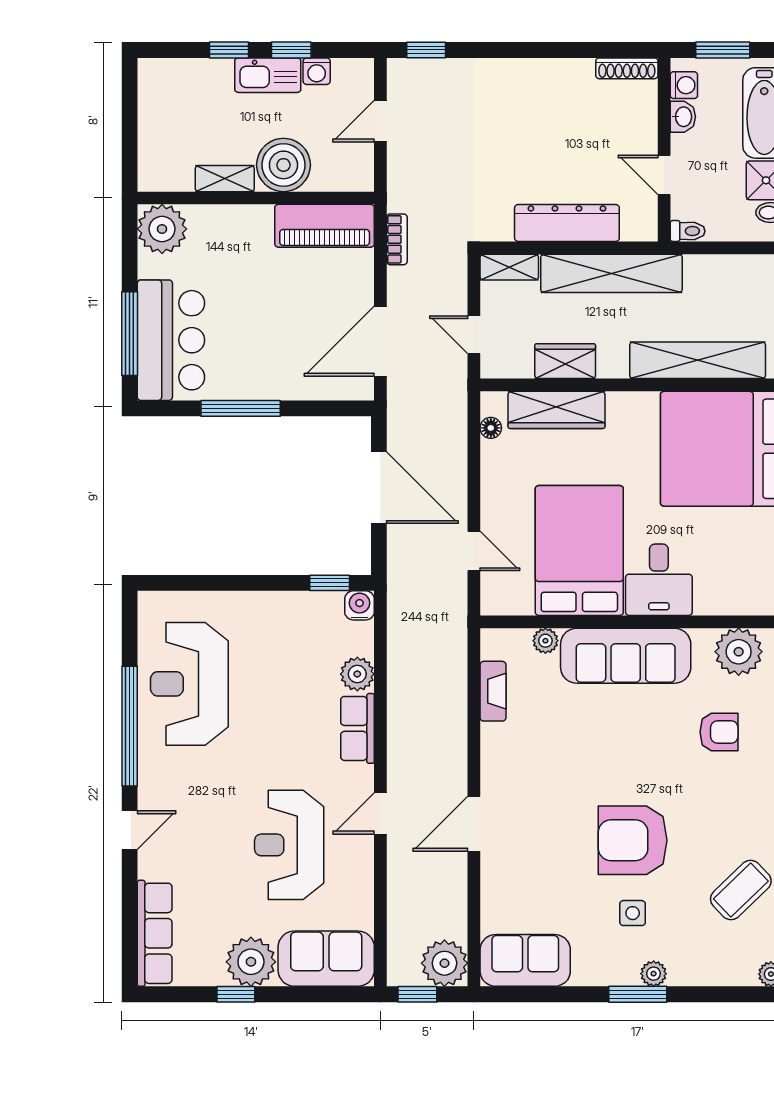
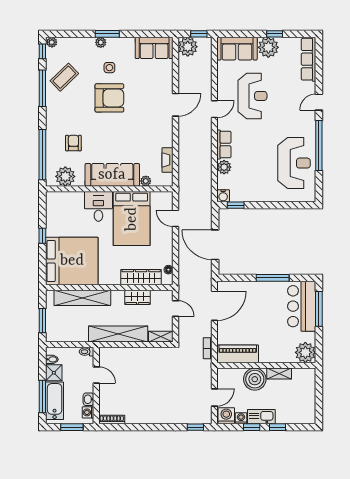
washing machine: (352, 77) -> (226, 416), added
dresser: (567, 223) -> (137, 355), removed
armchair: (719, 732) -> (73, 143), turned 90

